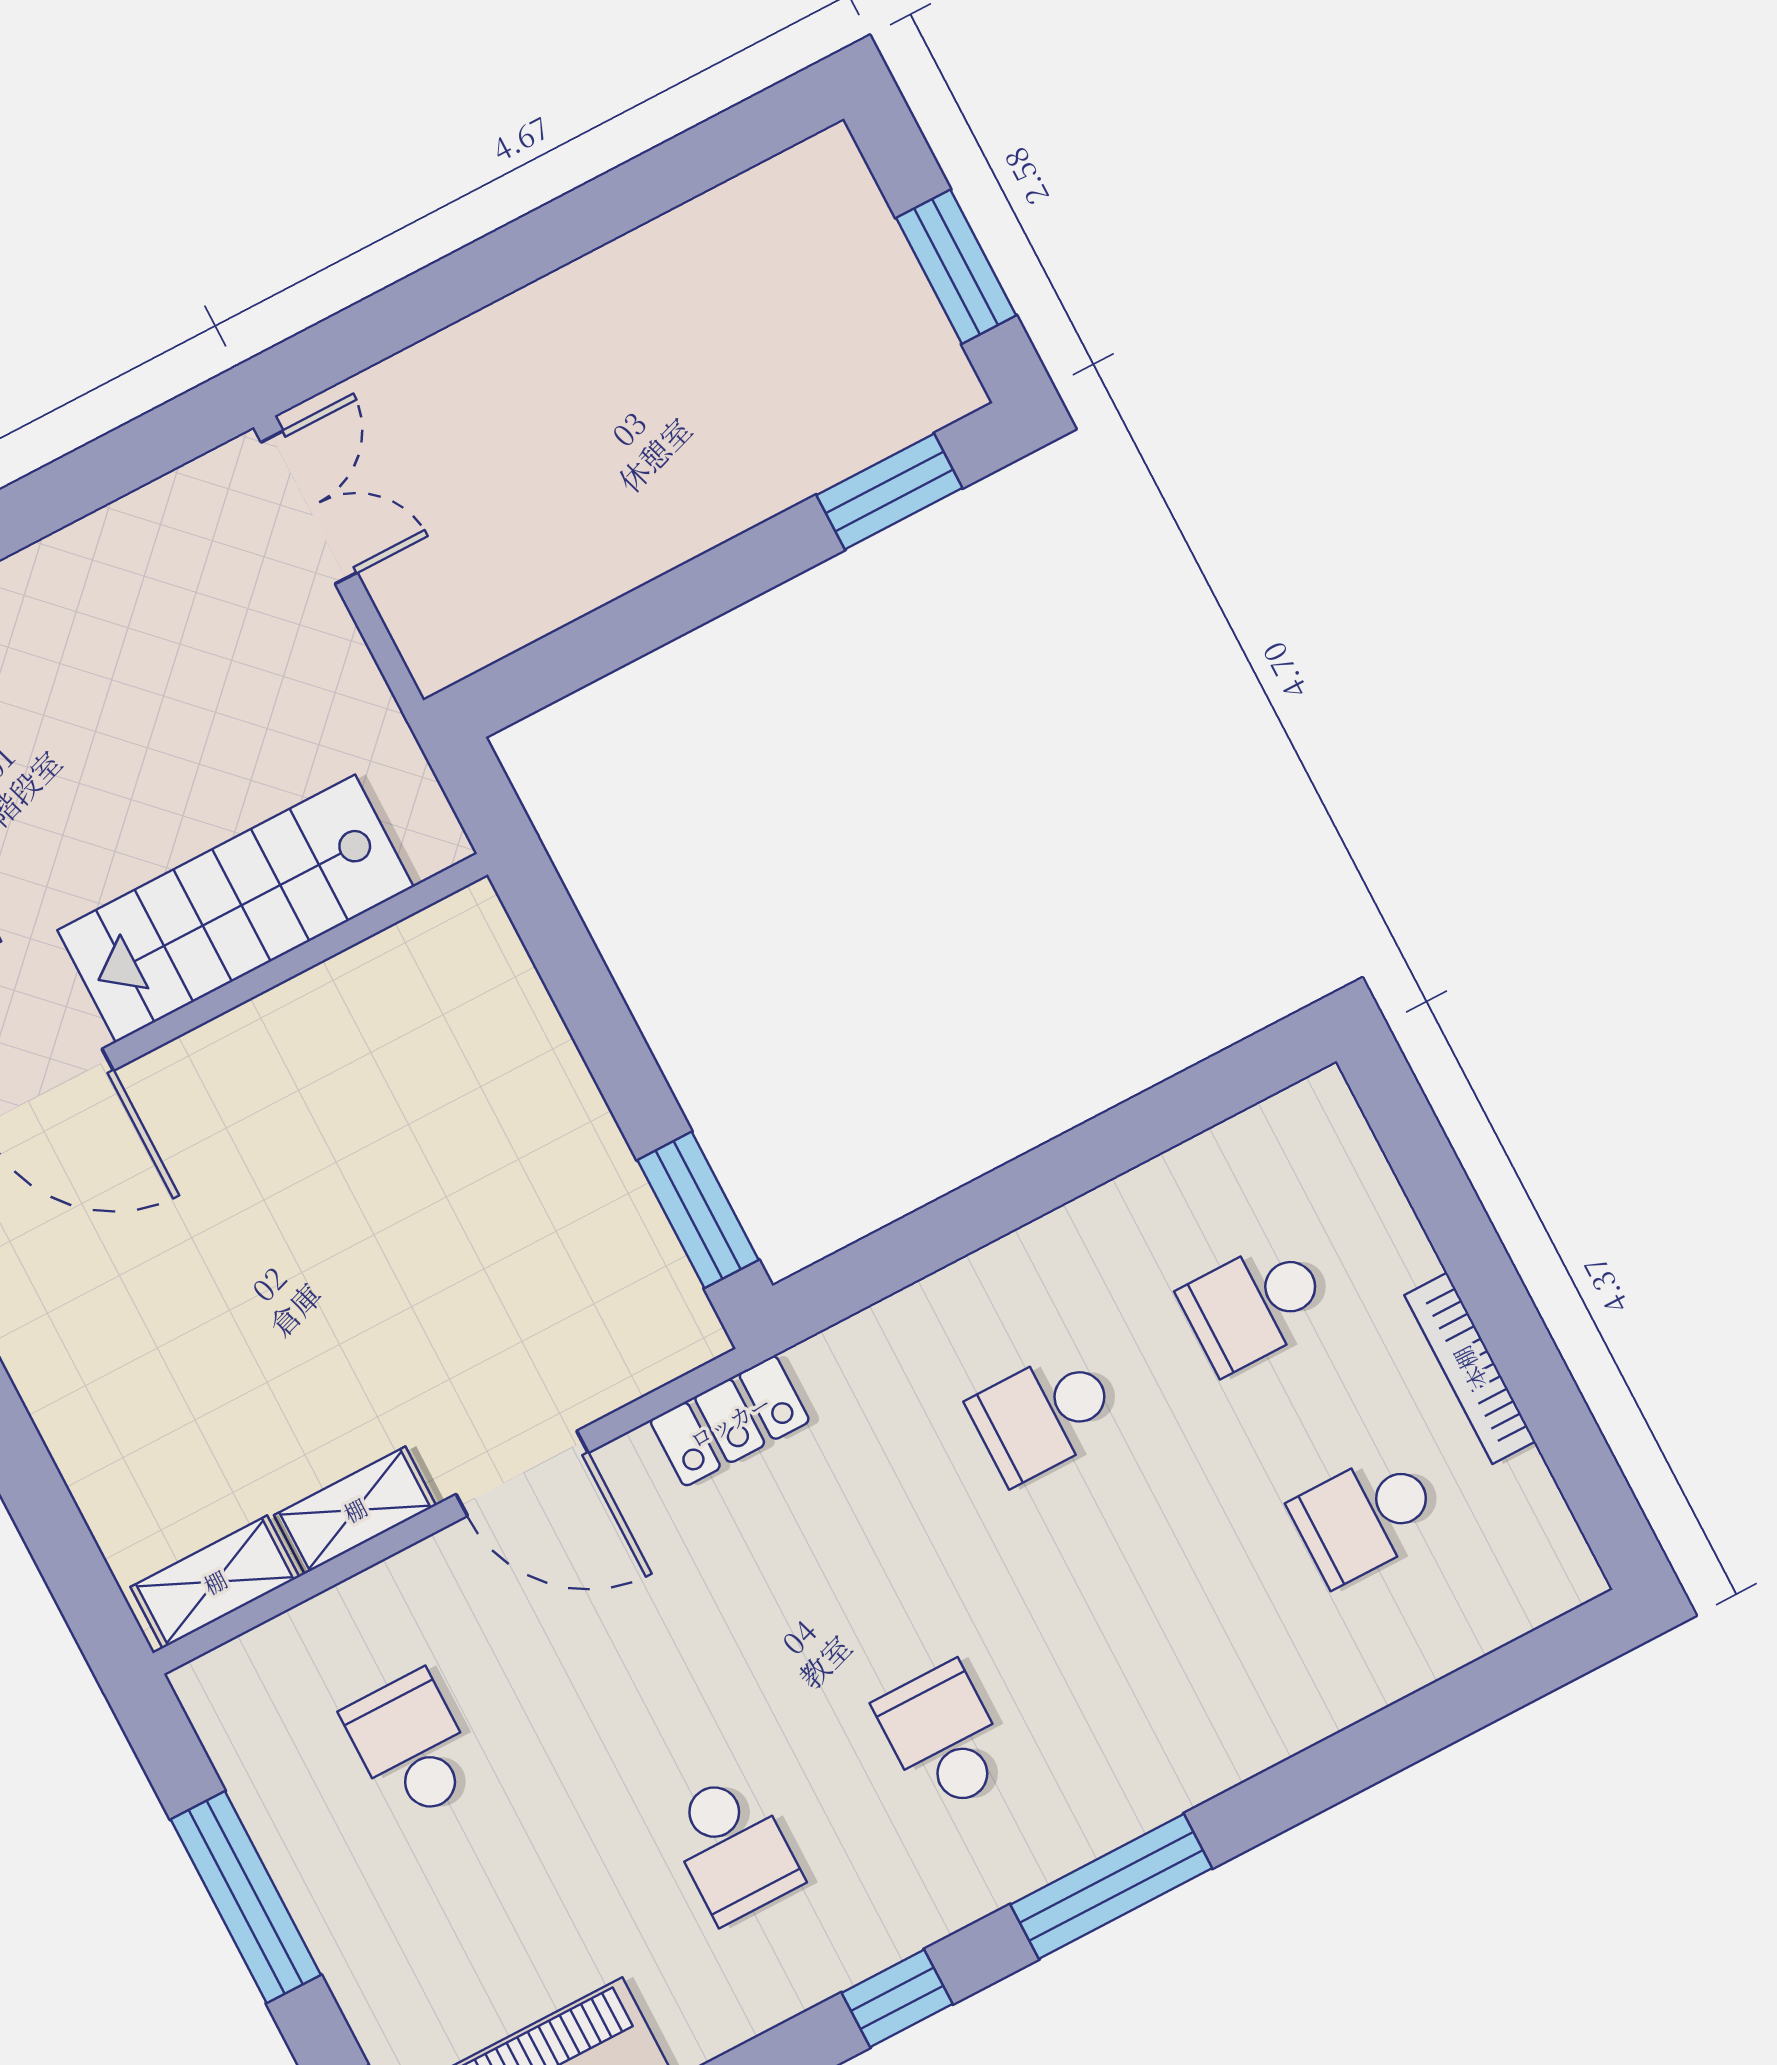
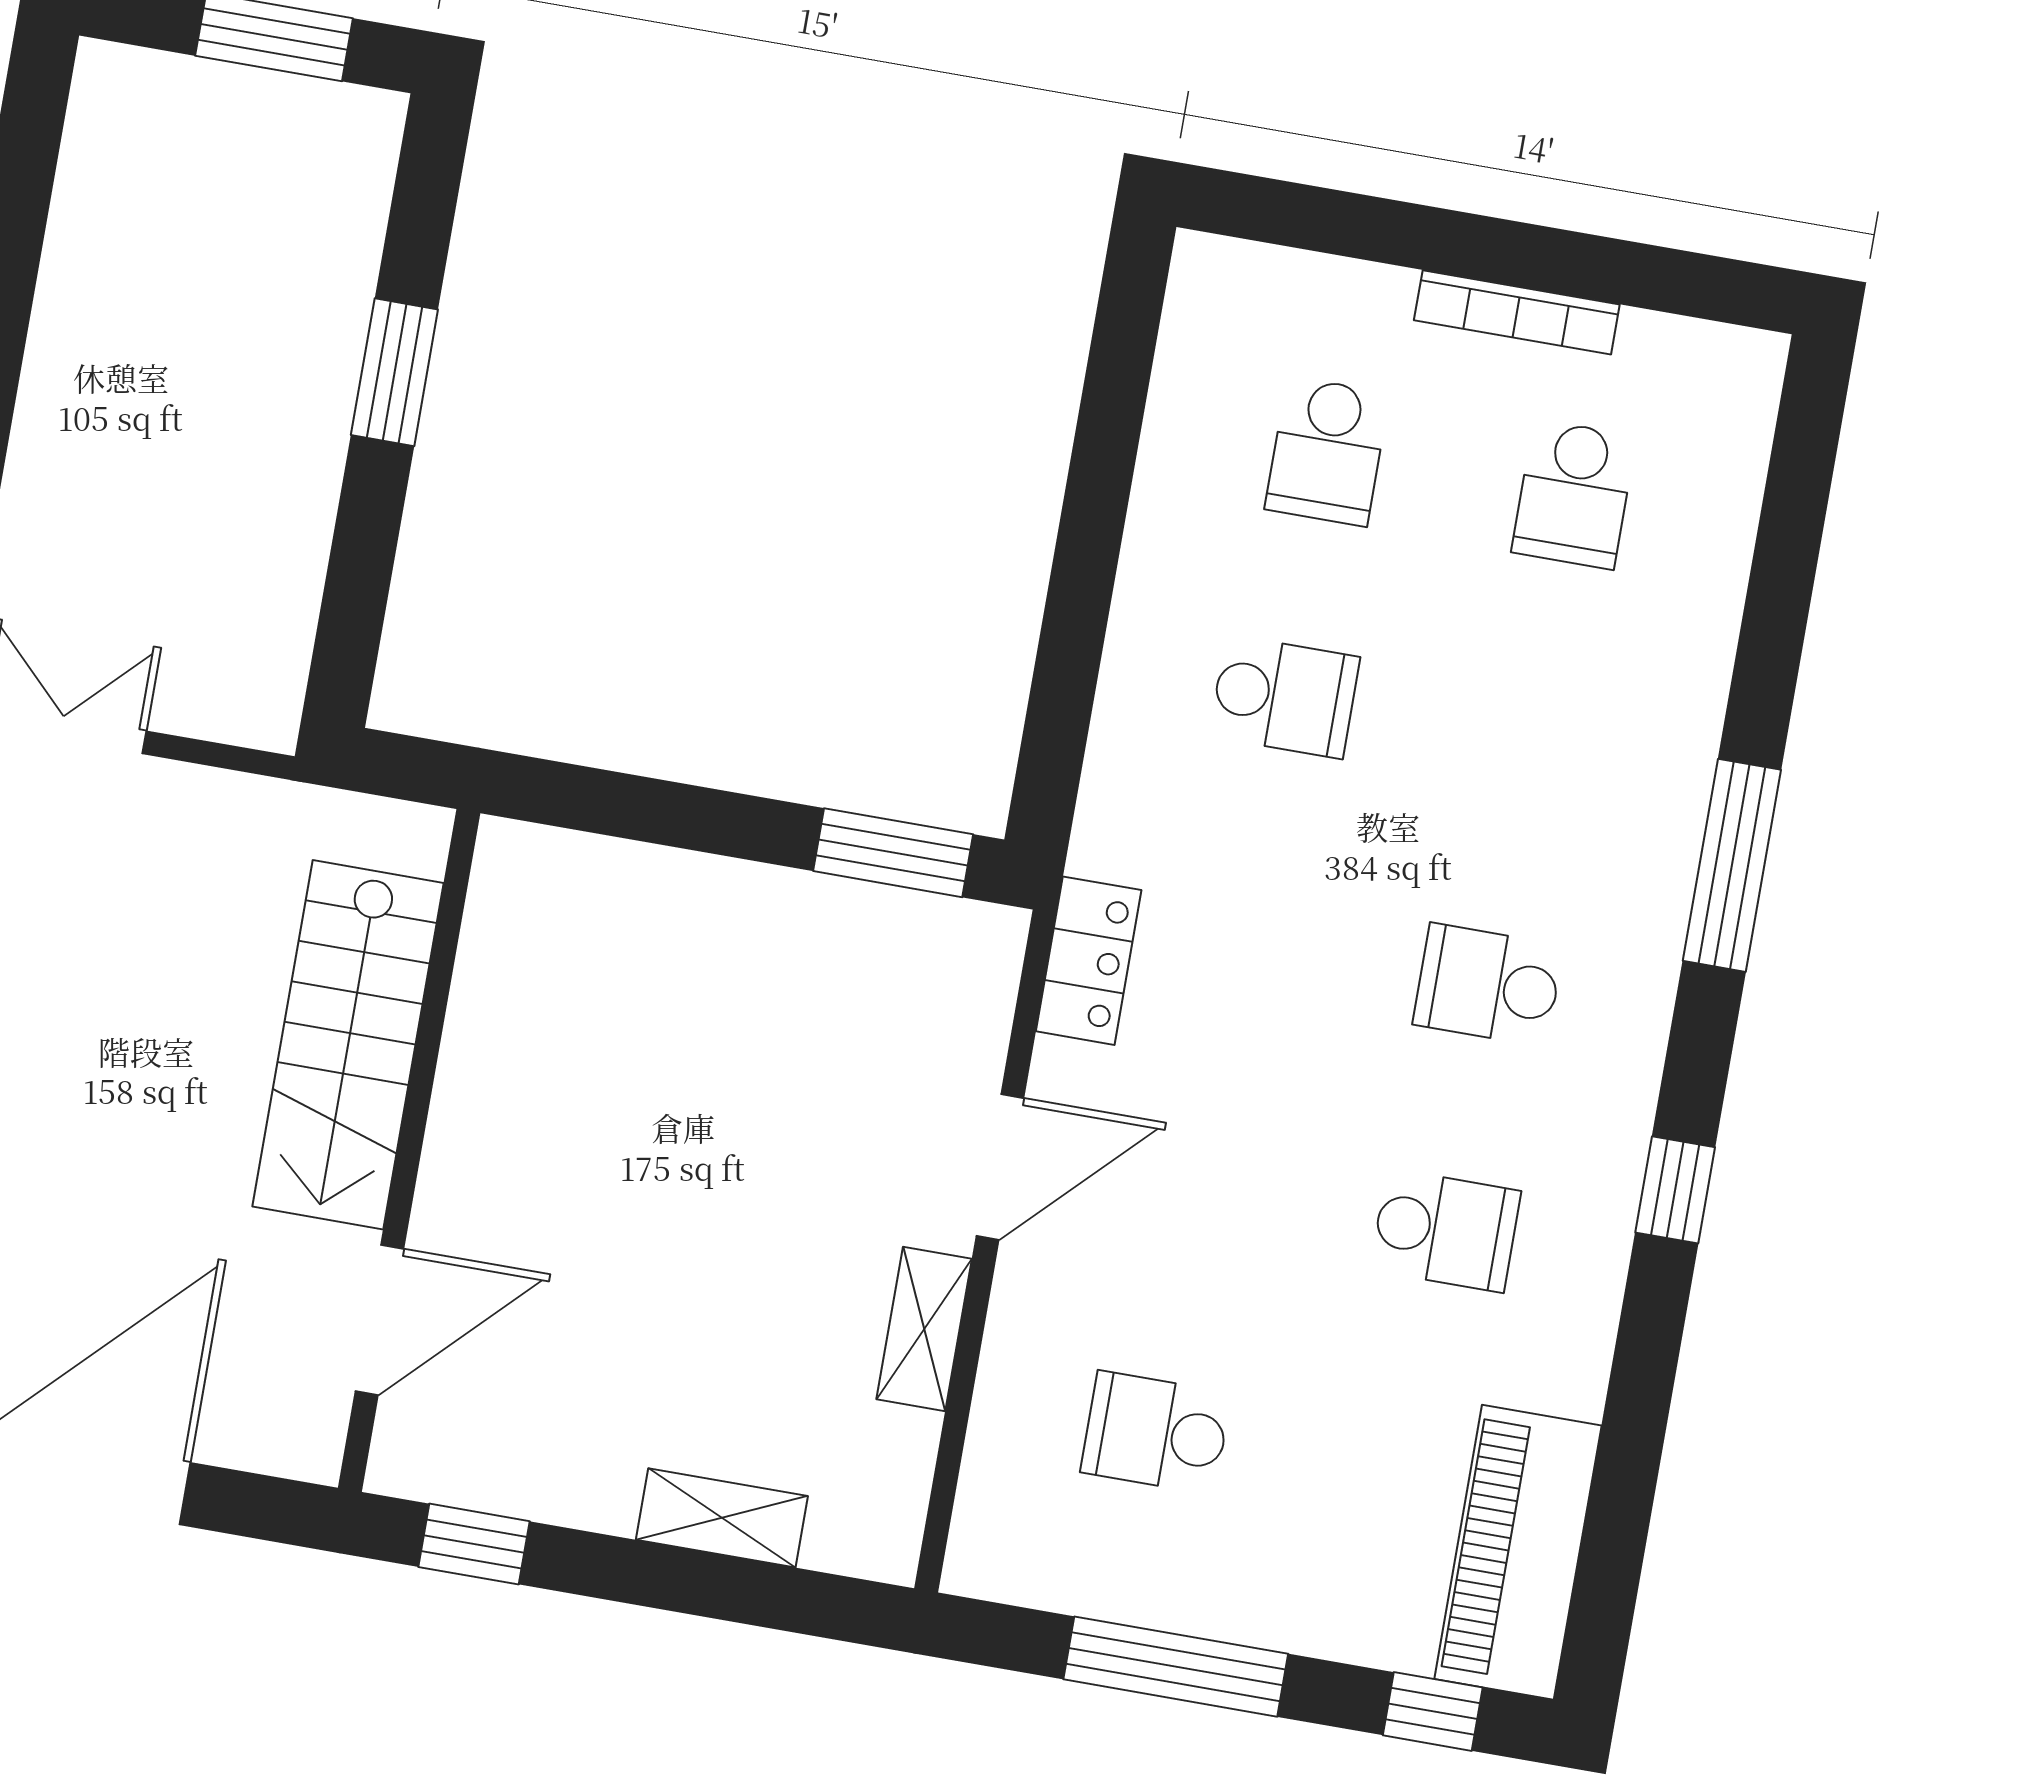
window: (889, 491) -> (394, 372), moved
school desk: (1044, 1416) -> (1284, 697), turned -90
shelving: (215, 1582) -> (722, 1518), moved, turned 90
window: (1111, 1886) -> (1732, 865), moved

